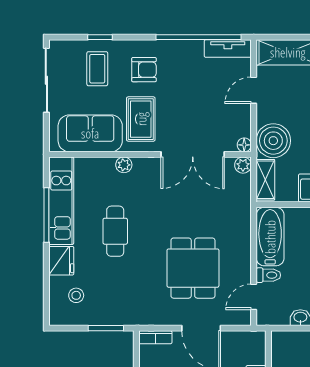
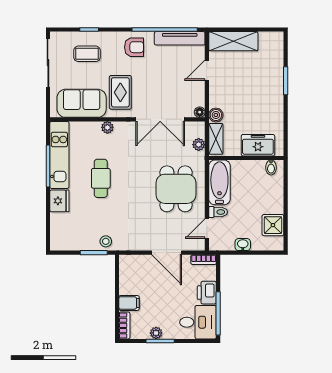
tv unit: (228, 49) -> (180, 38), width x1.41
coffee table: (97, 69) -> (87, 54), turned 90
armchair: (144, 70) -> (134, 47), moved
boiler: (273, 141) -> (216, 115), width x0.54, depth x0.54
plant: (243, 165) -> (199, 145), moved
dining table: (193, 268) -> (176, 189), moved
stool: (76, 295) -> (106, 241), moved
bookcase: (155, 337) -> (204, 260), moved

